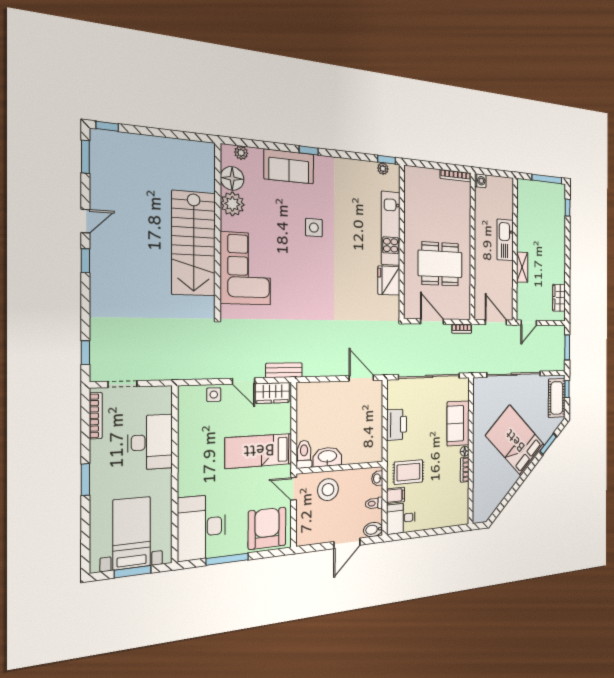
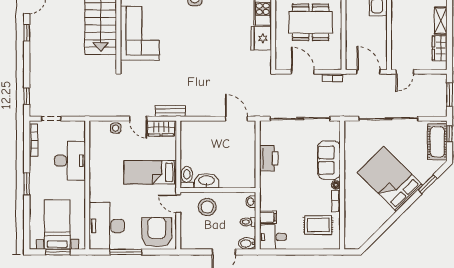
shelving: (522, 267) -> (441, 21), moved
rug: (408, 472) -> (318, 225), moved

